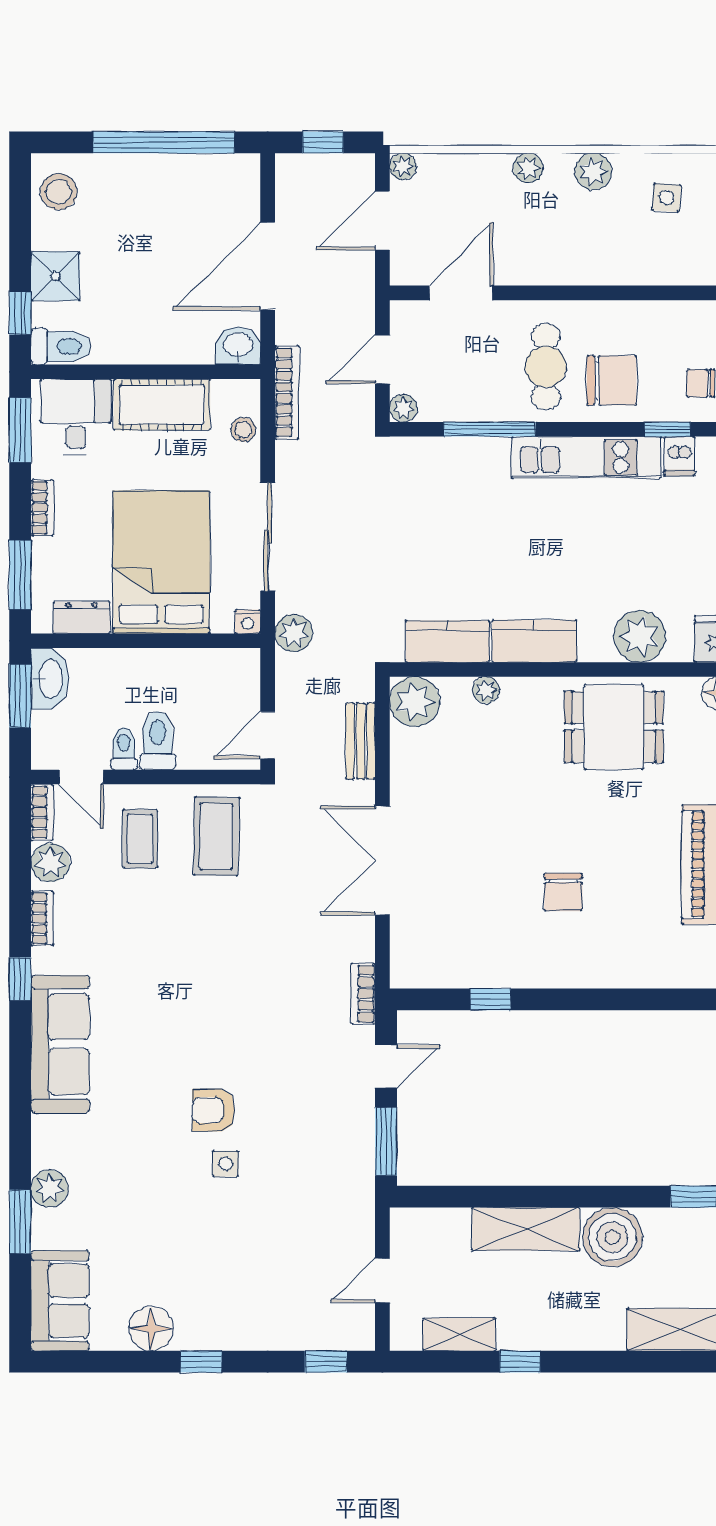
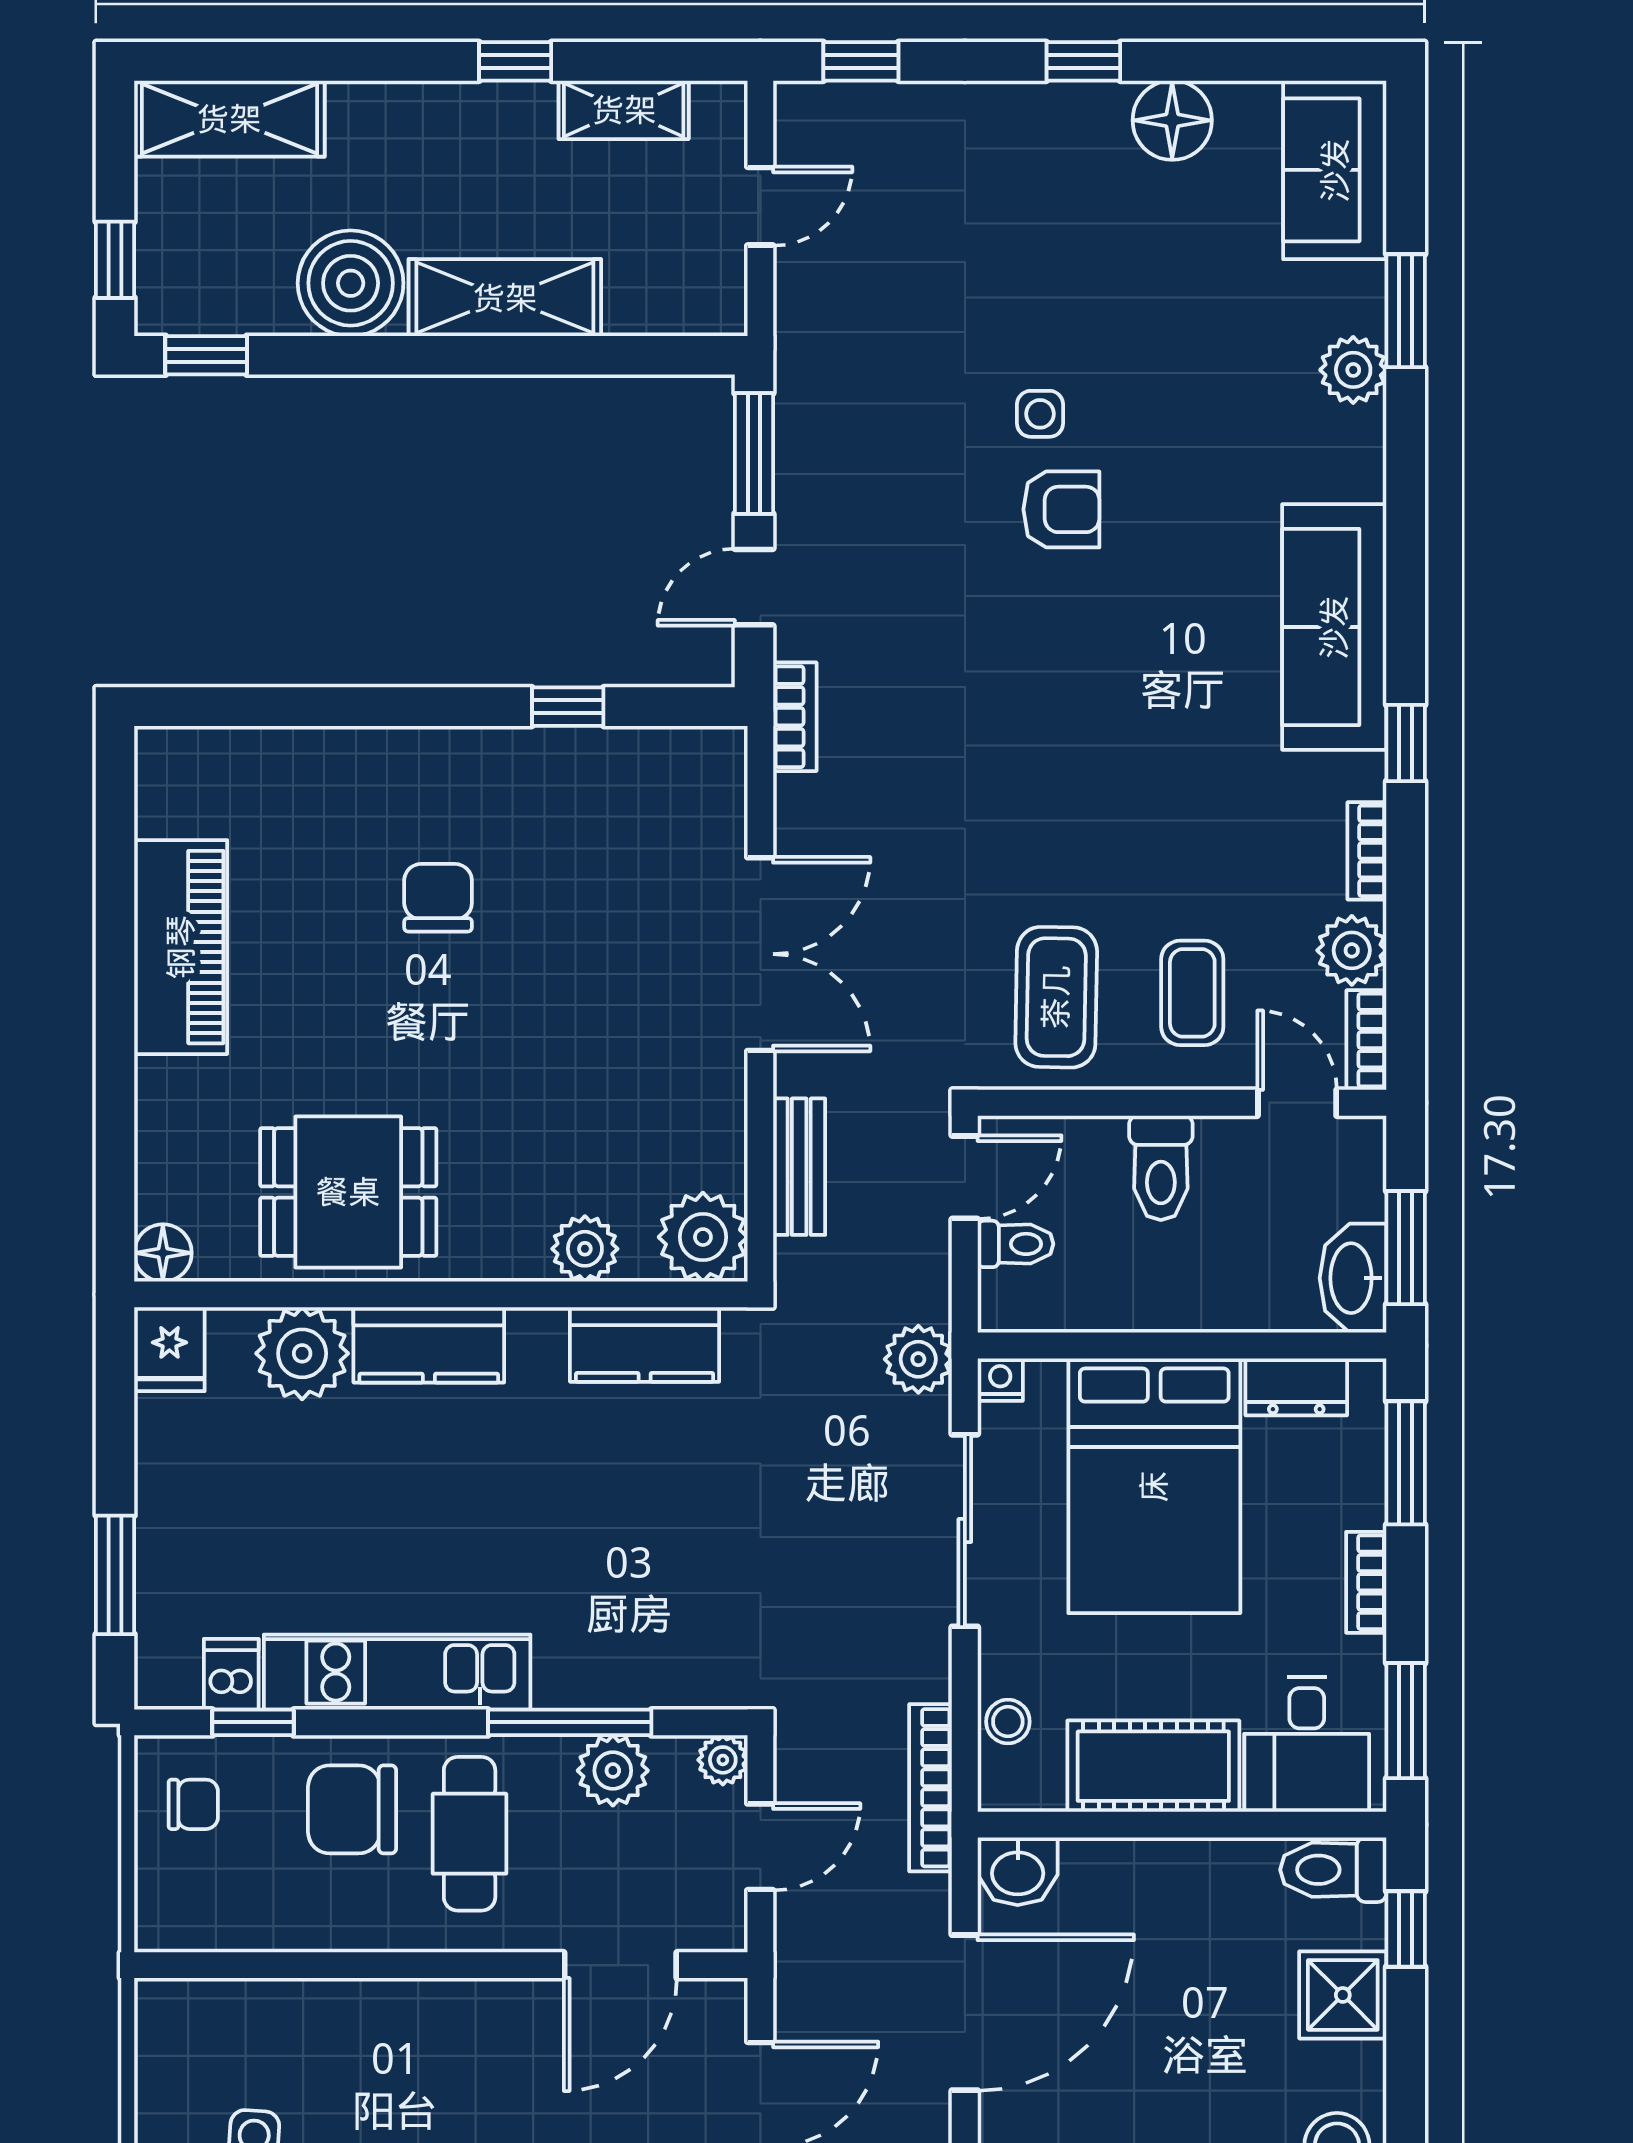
plant: (465, 402) -> (613, 1771), added
kitchen counter: (535, 641) -> (429, 1345), moved
plant: (486, 690) -> (585, 1249), width x1.38, depth x1.38
toilet: (124, 749) -> (1015, 1244), moved, turned -90

